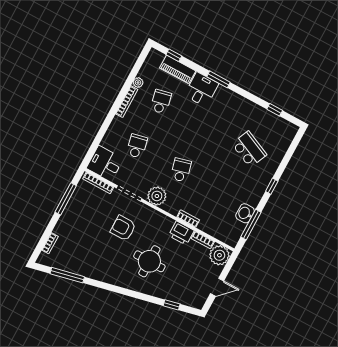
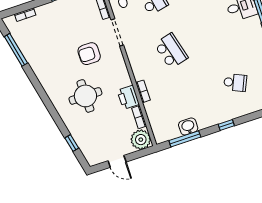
school desk: (249, 149) -> (235, 83), width x0.54
school desk: (181, 170) -> (171, 51), width x1.85
plant: (157, 196) -> (136, 53), removed
armchair: (123, 228) -> (89, 54), turned -90

